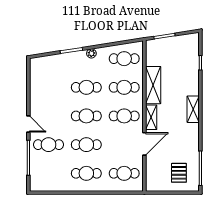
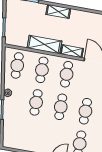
shelving: (193, 109) -> (58, 11), moved

